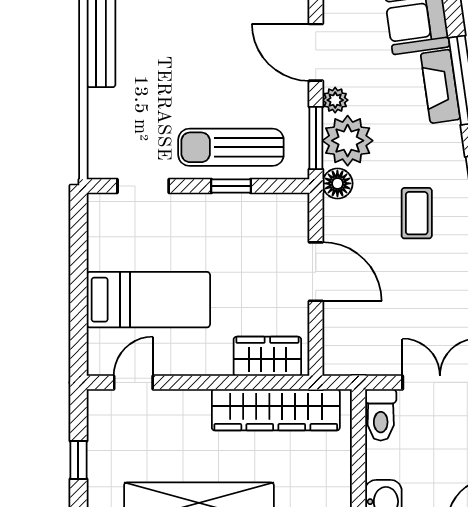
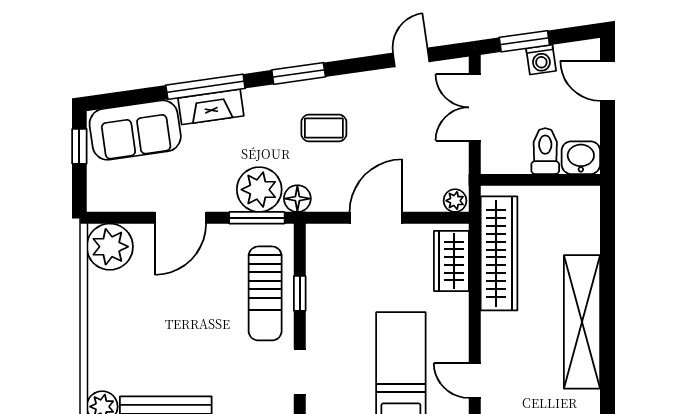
plant: (335, 100) -> (455, 201), moved
toilet: (381, 415) -> (545, 151), moved, turned -90

